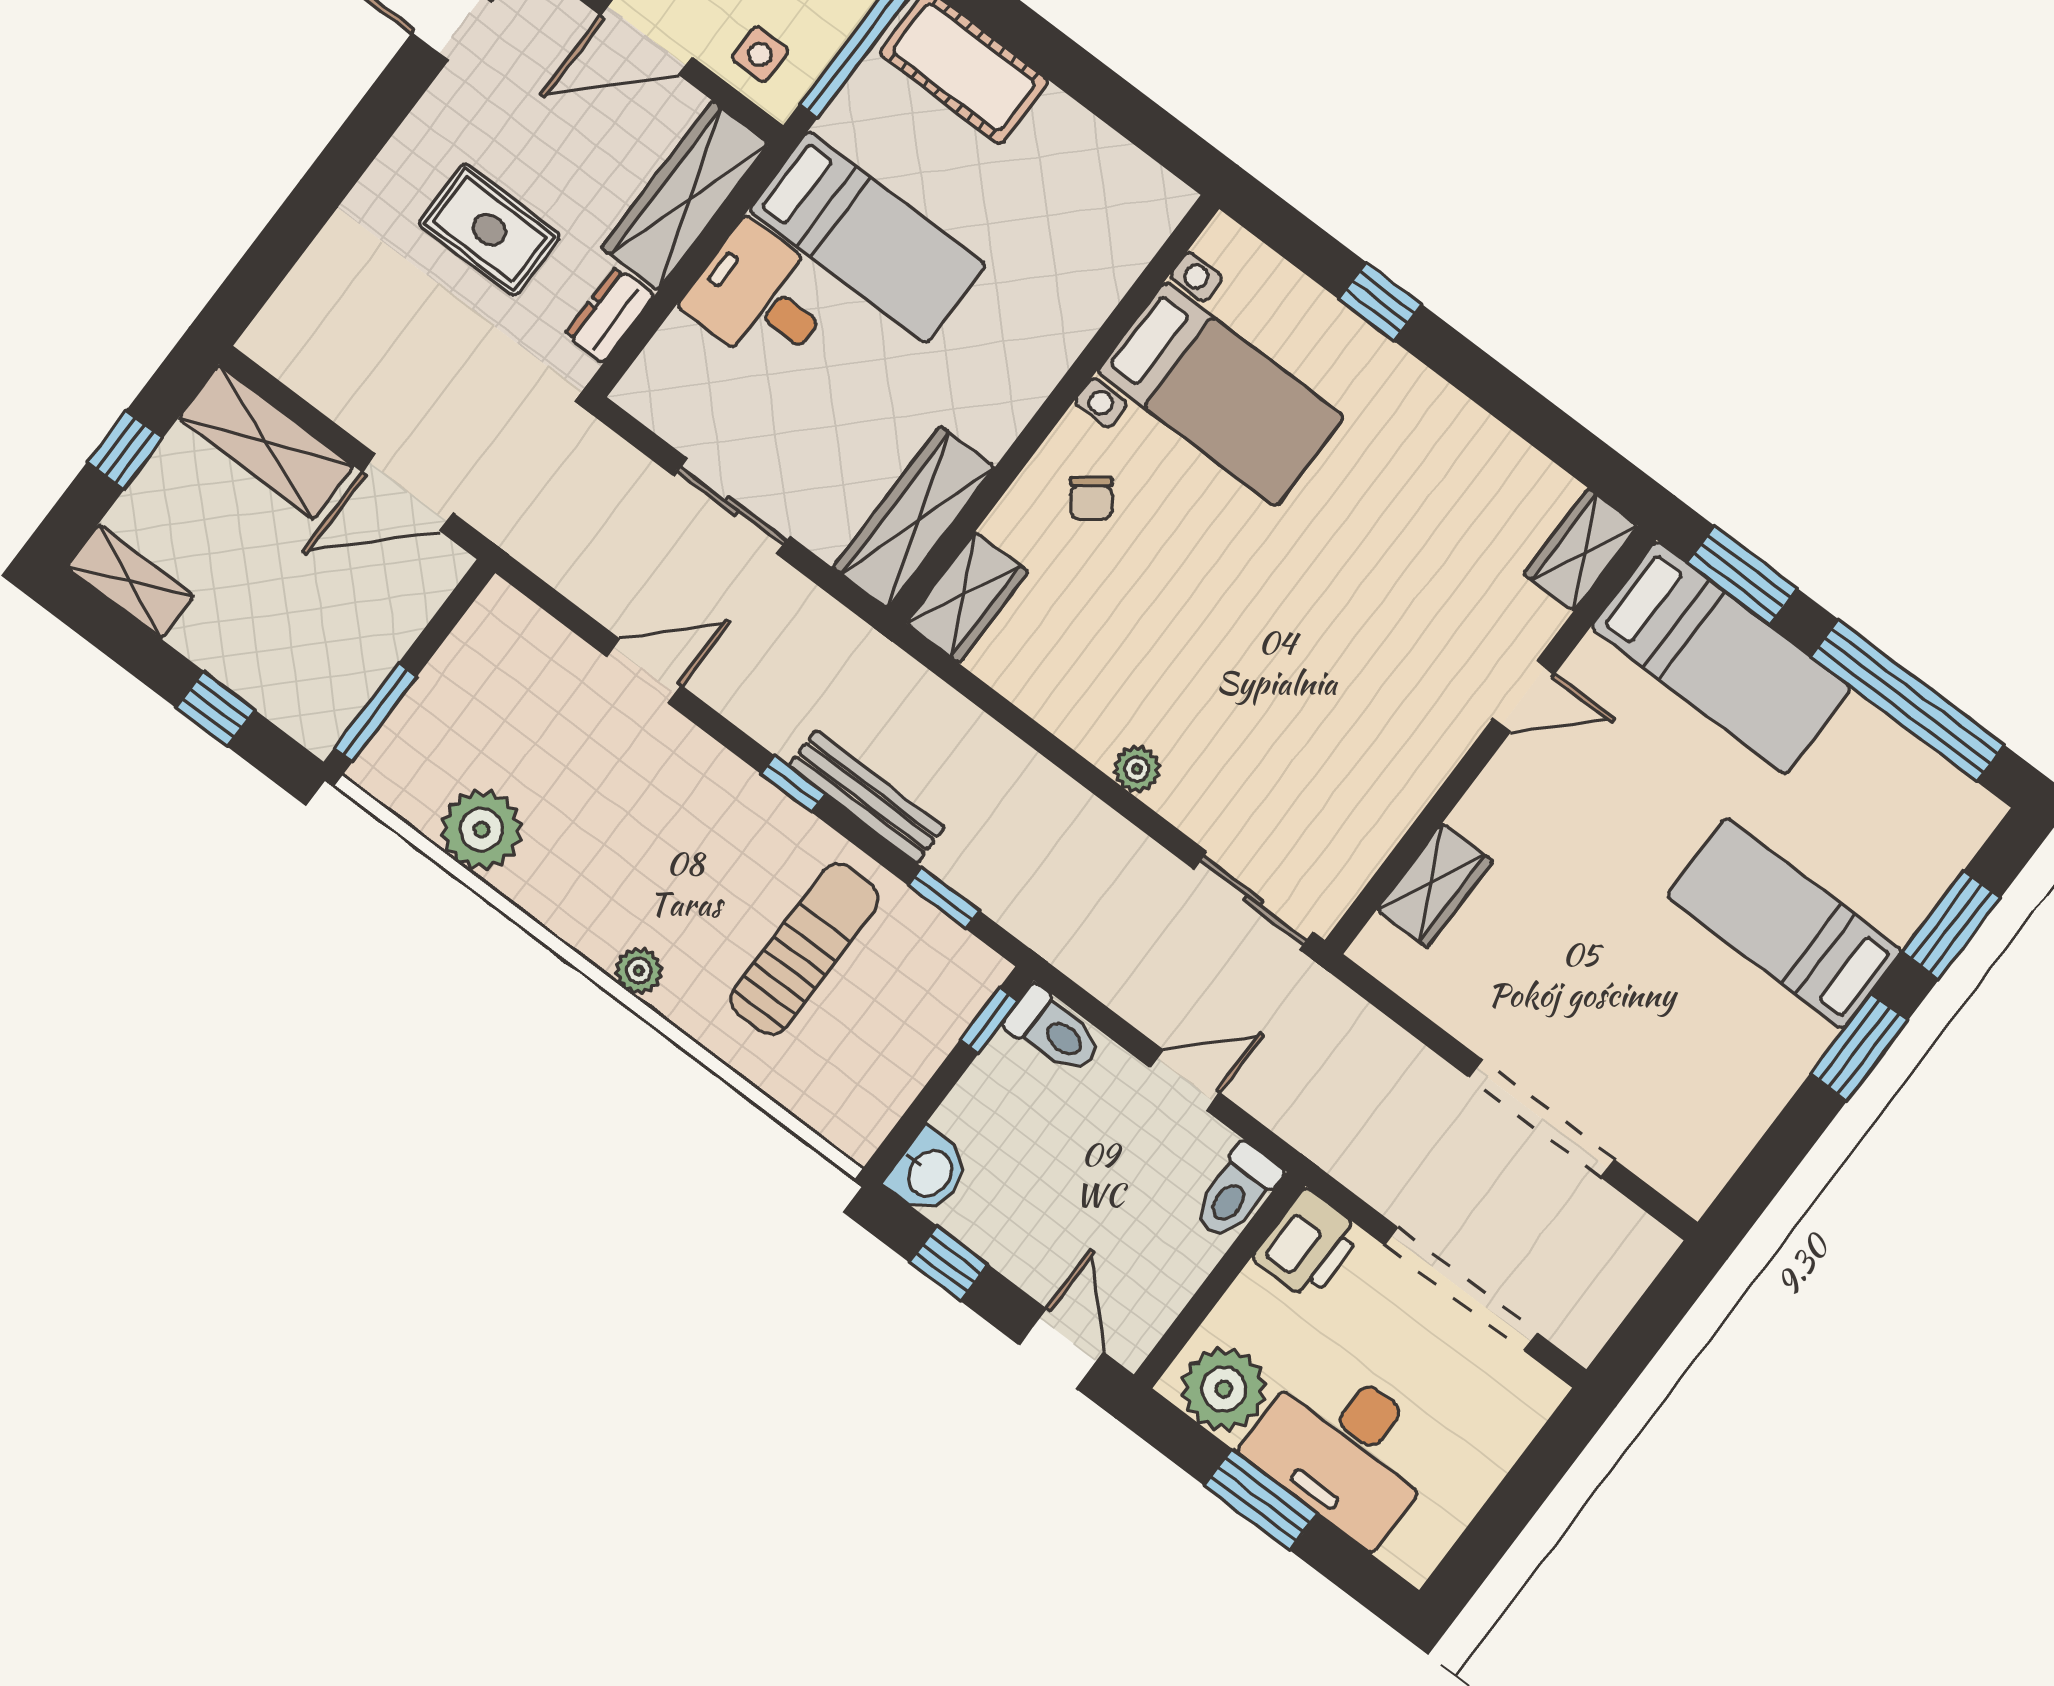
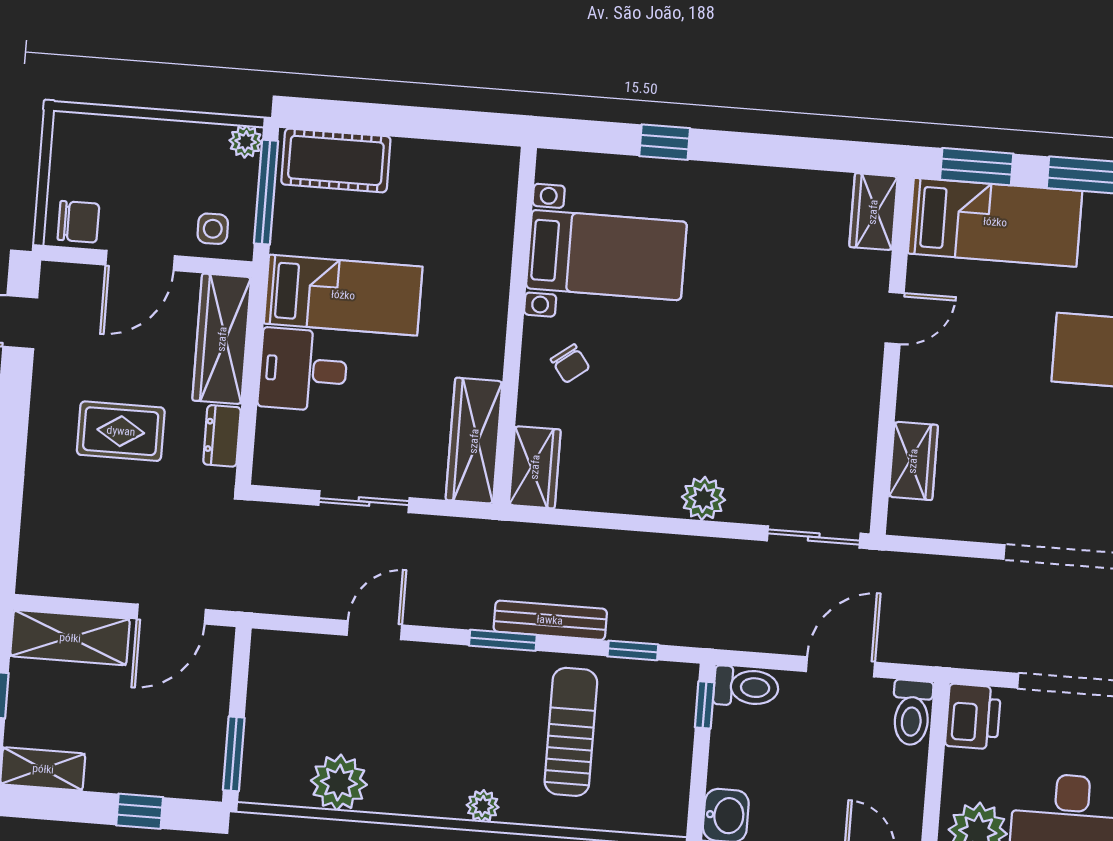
plant: (1137, 769) -> (703, 498), width x1.38, depth x1.38
window: (793, 784) -> (503, 640), width x1.50
door: (1185, 1080) -> (840, 667), width x1.38

